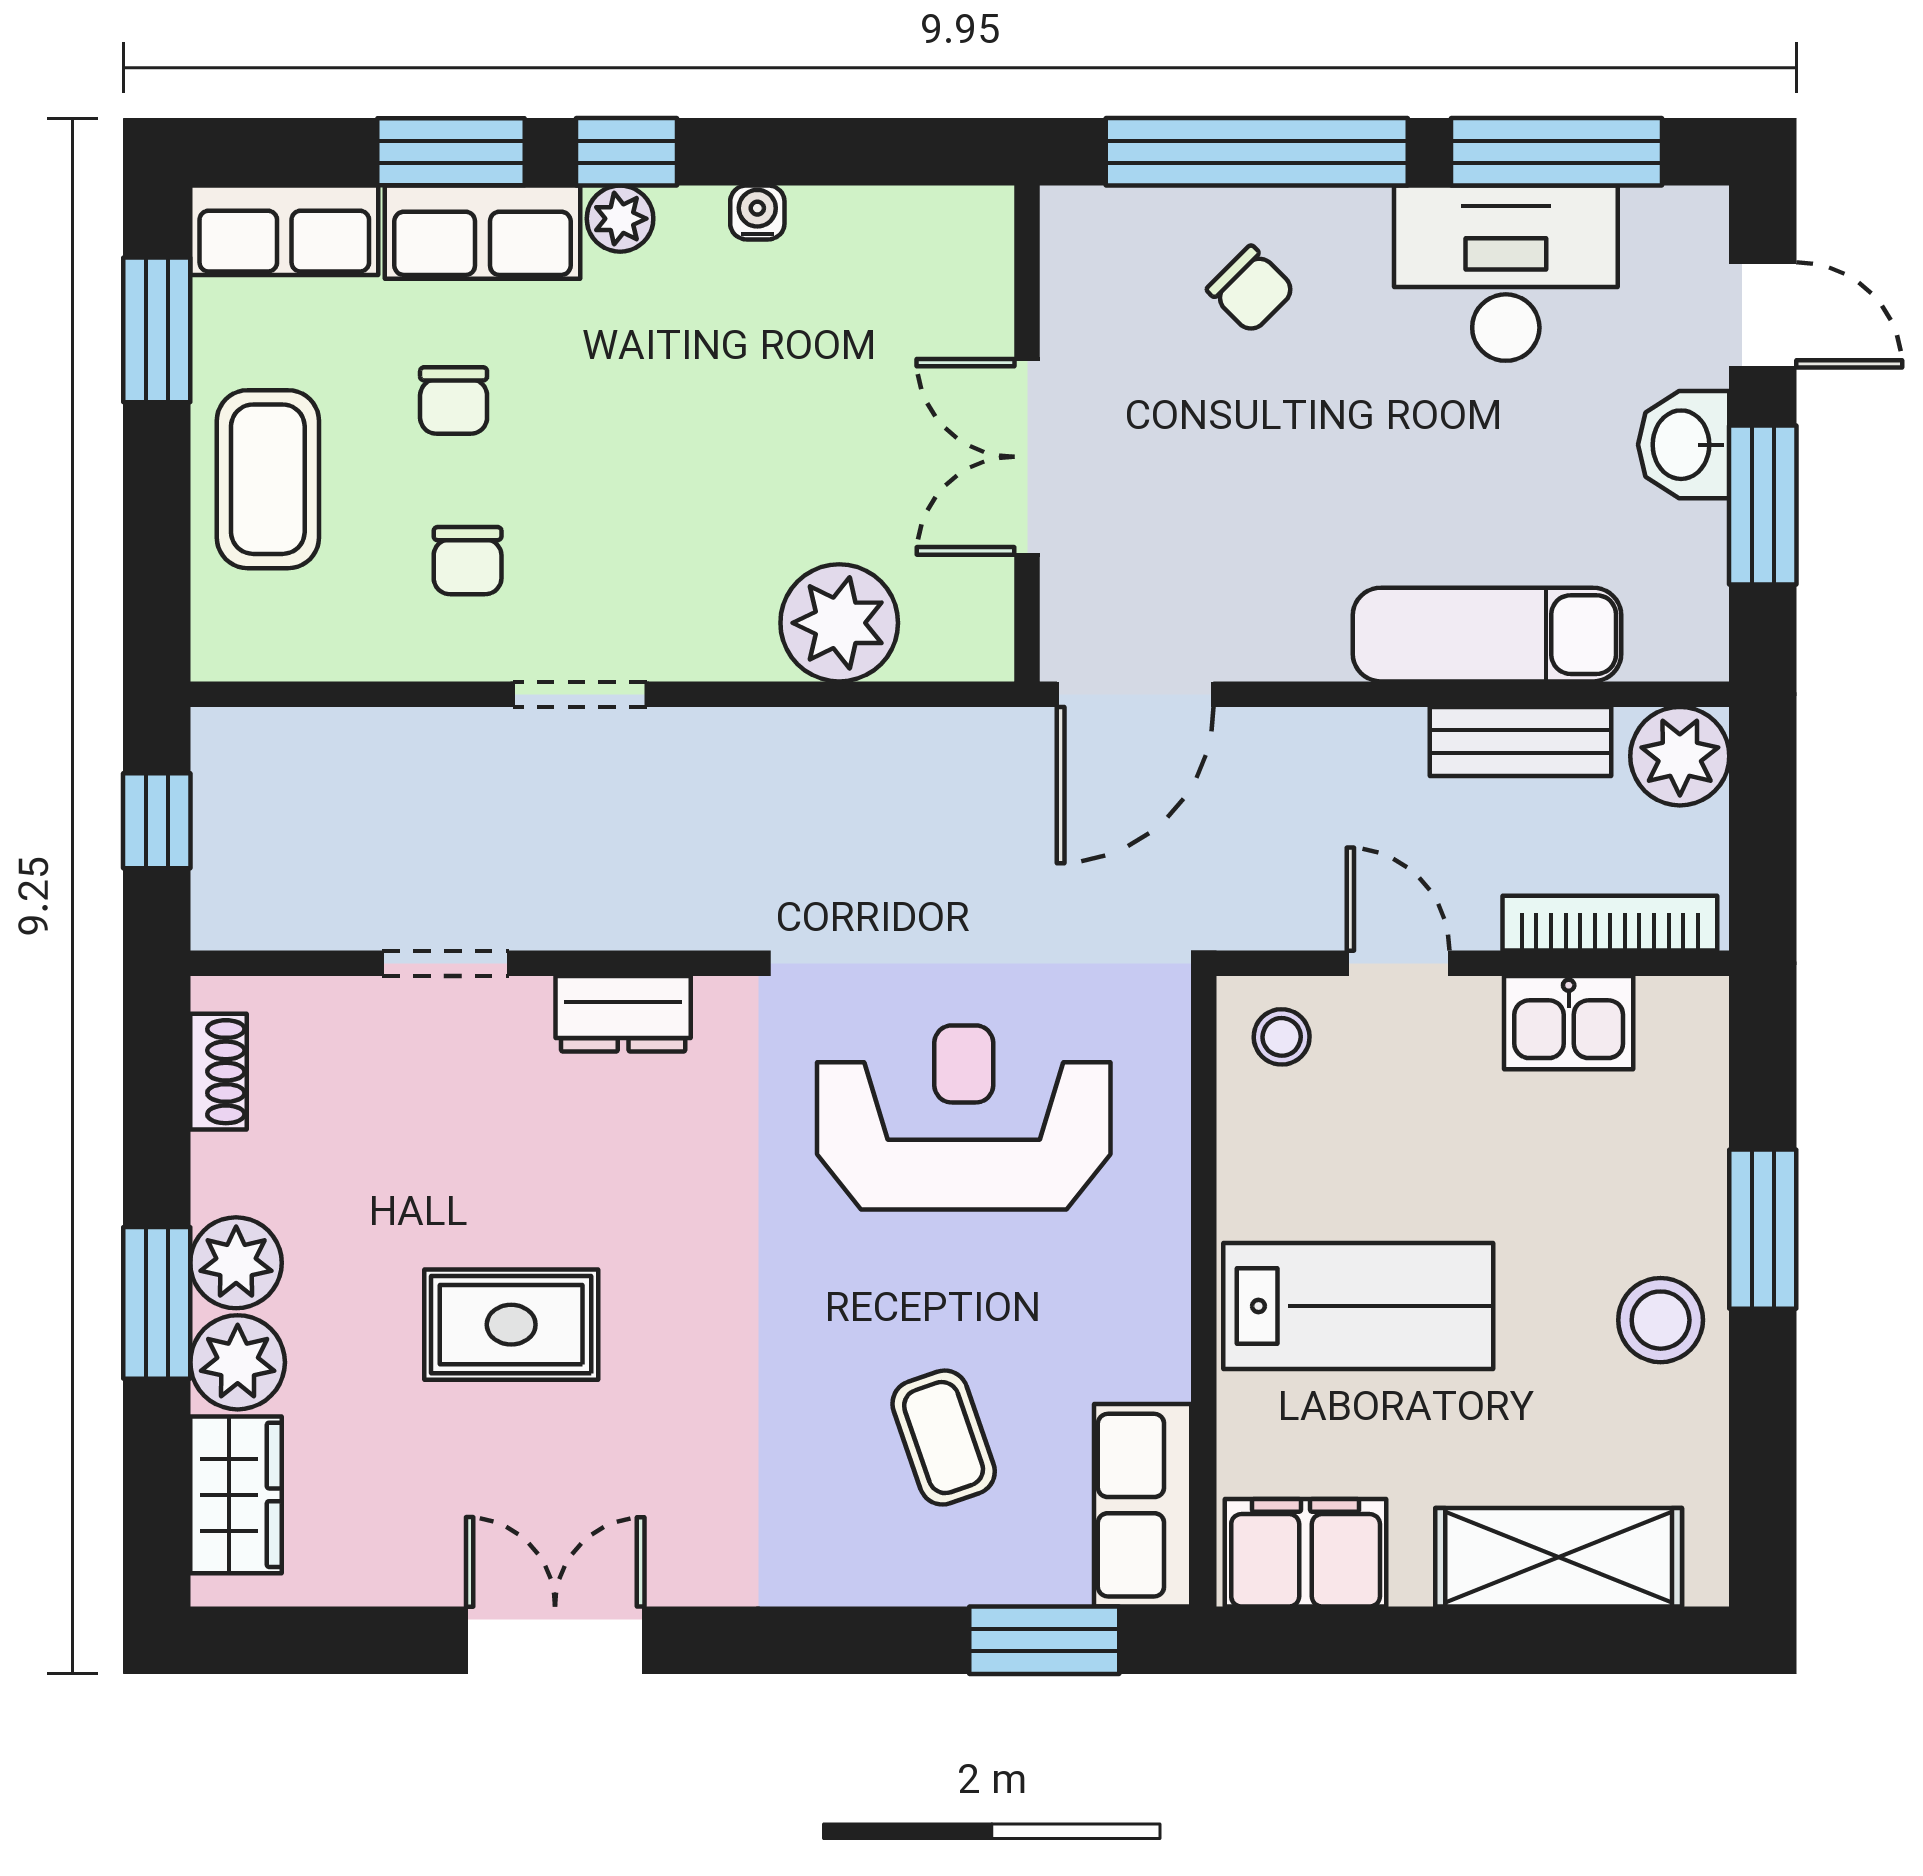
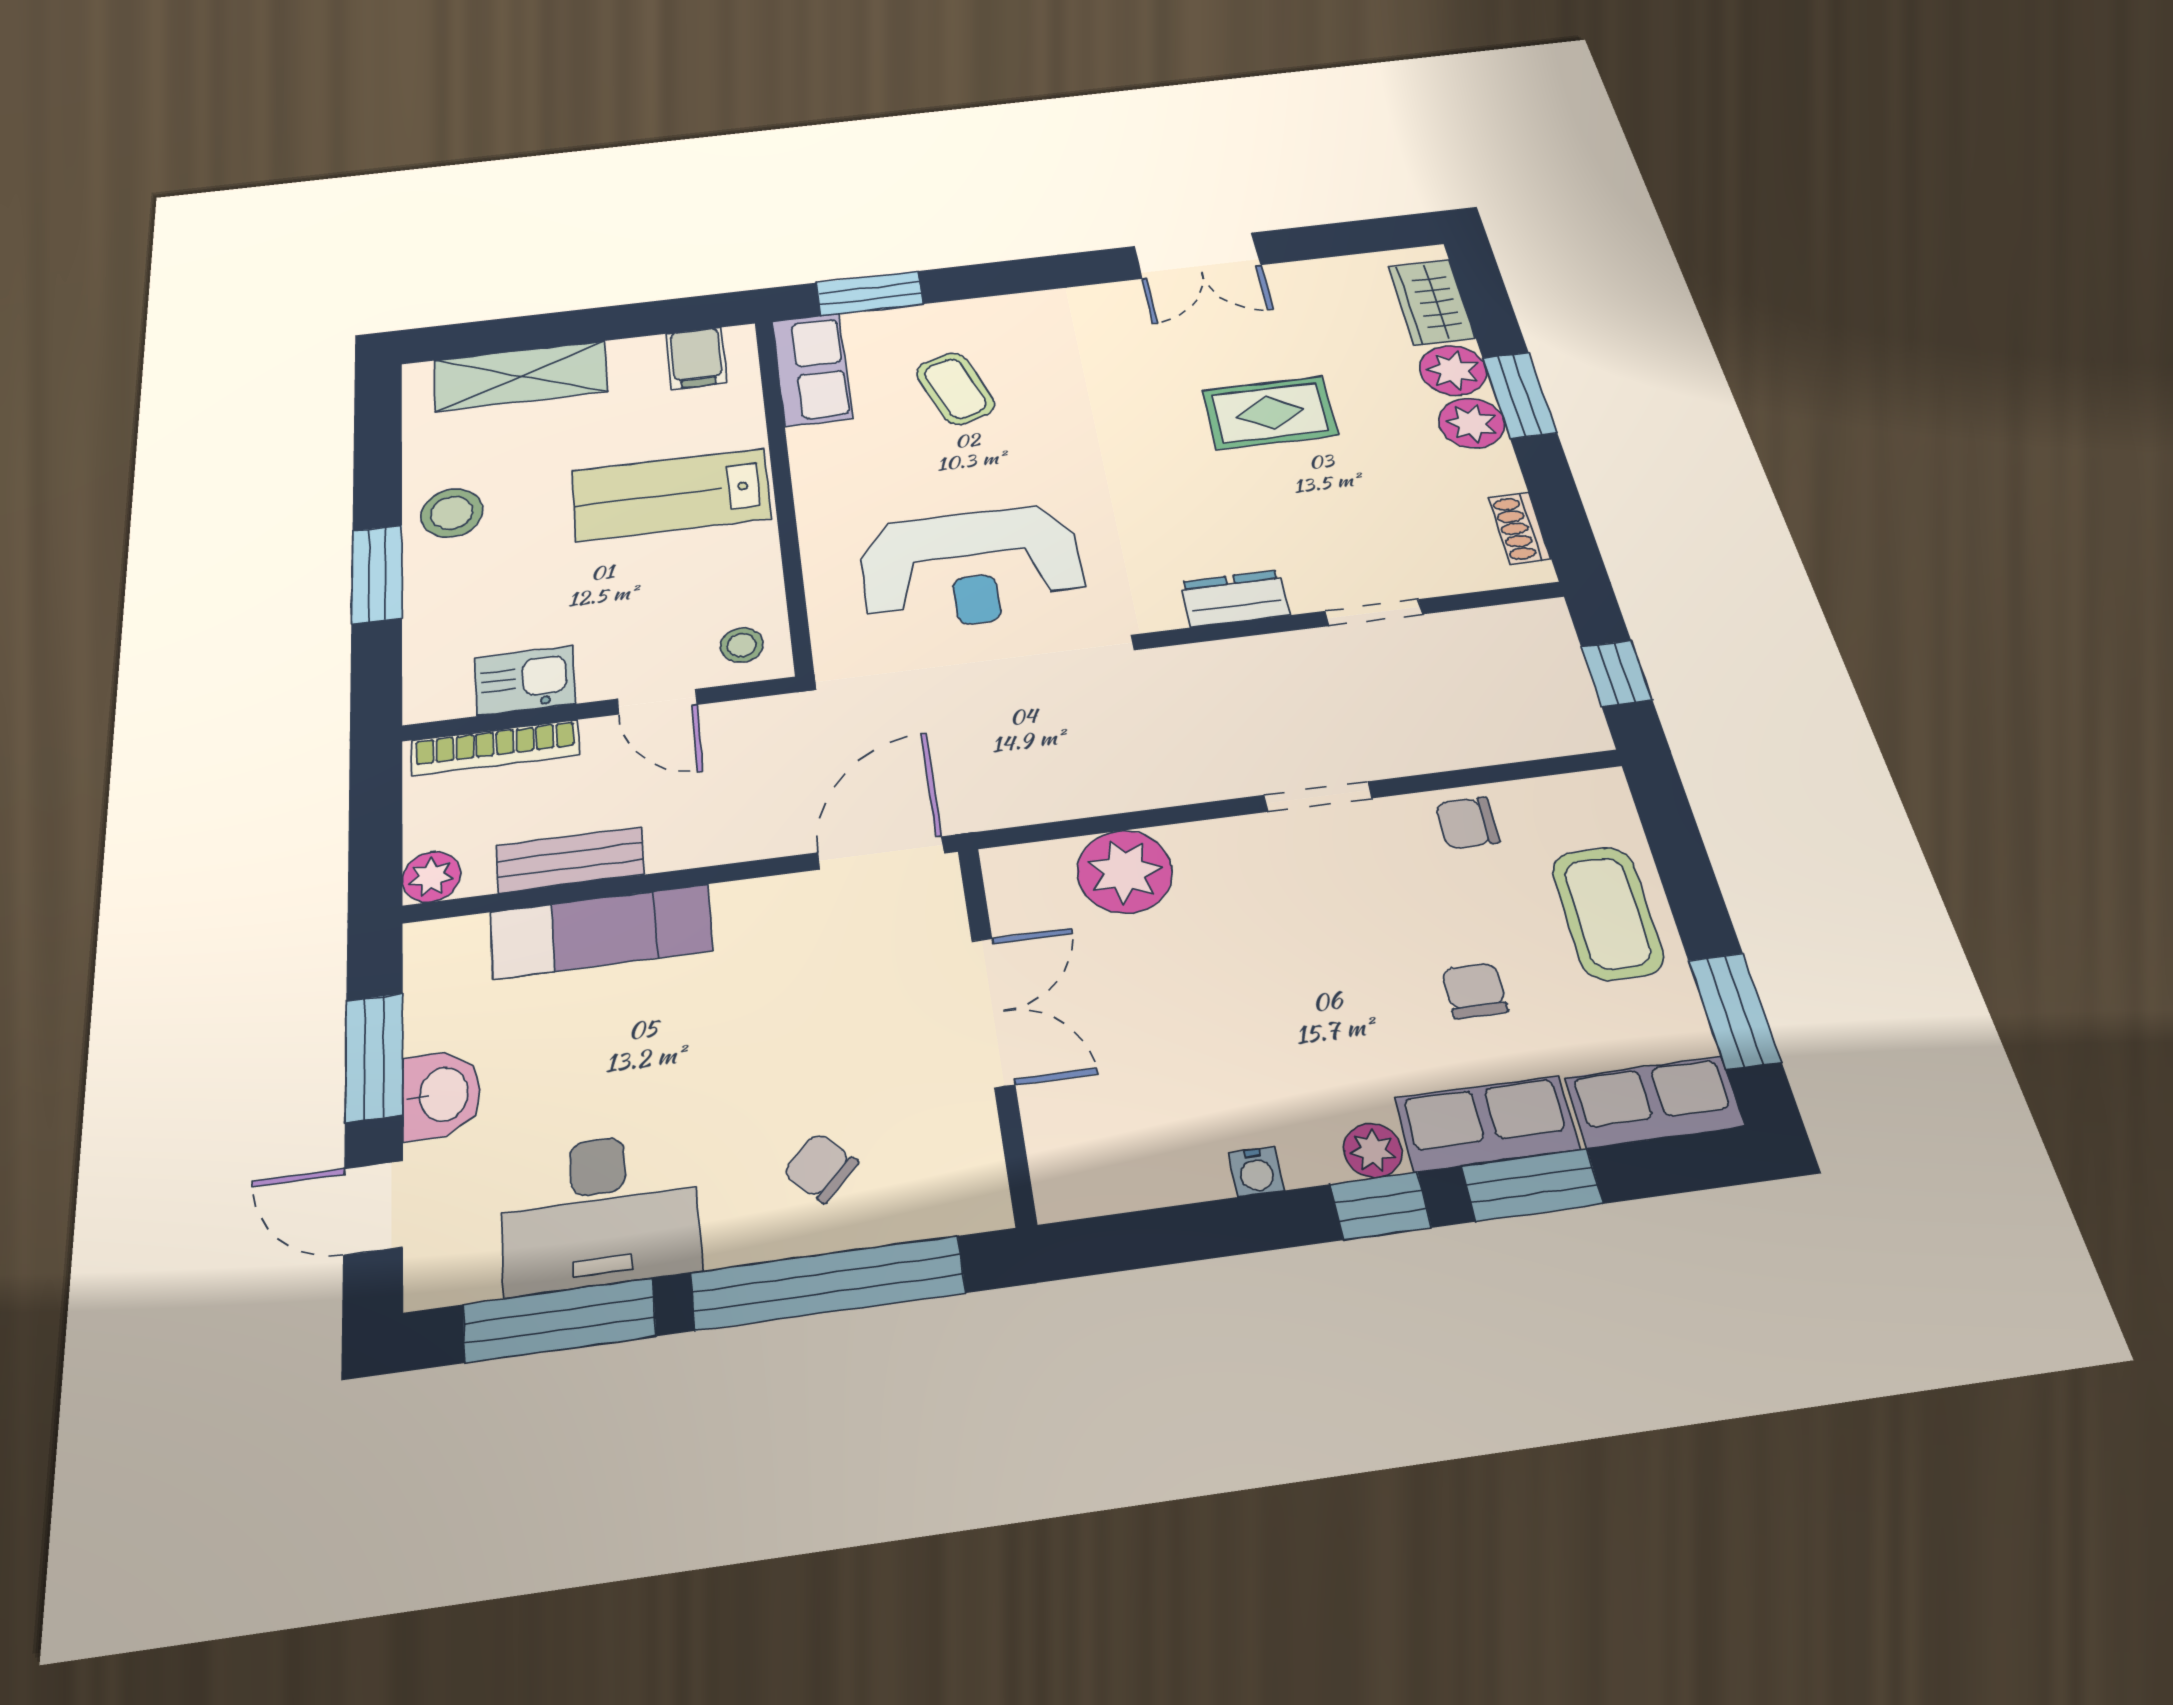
chair: (468, 561) -> (1467, 823), moved, turned -90
plant: (1680, 756) -> (431, 877), width x0.73, depth x0.73
filing cabinet: (1306, 1553) -> (696, 358), width x0.50

